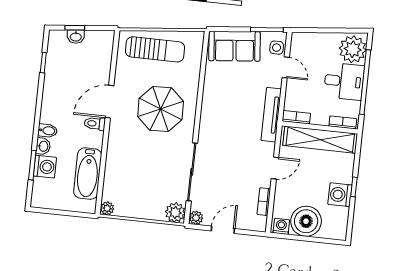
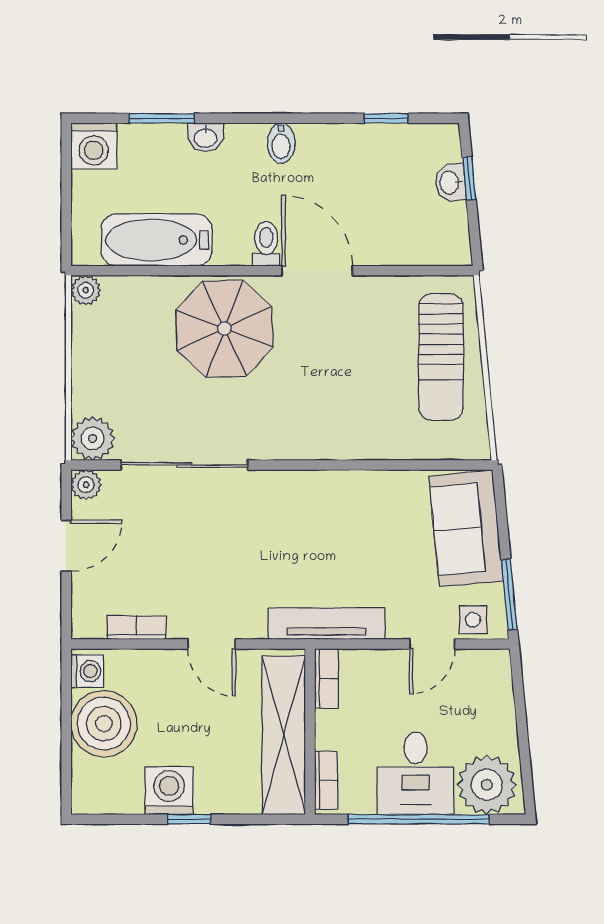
parasol: (161, 109) -> (224, 329), moved
bidet: (48, 131) -> (281, 143), moved
washing machine: (45, 167) -> (94, 146), moved
door: (223, 230) -> (66, 546), hinge flipped

